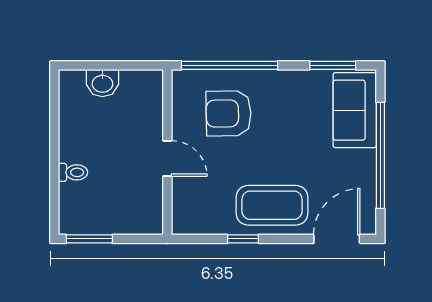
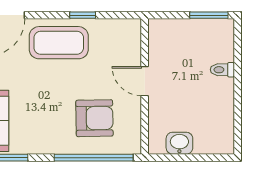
washbasin: (102, 83) -> (179, 143), moved

